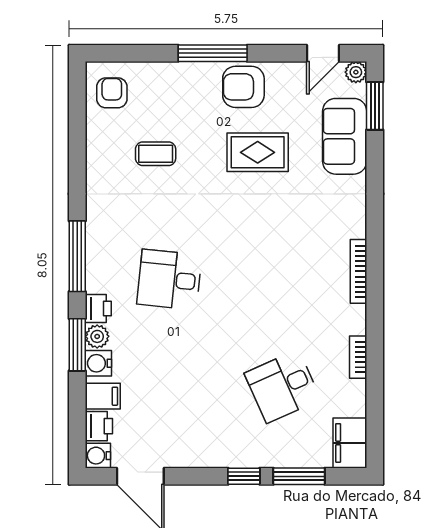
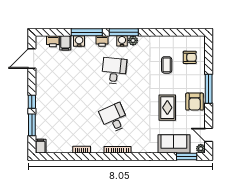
armchair: (243, 87) -> (195, 102), turned 180
armchair: (112, 93) -> (190, 57), moved
plant: (97, 336) -> (133, 40), moved
window: (77, 345) -> (87, 32), width x1.44
desk: (283, 386) -> (114, 118), moved
filing cabinet: (350, 443) -> (41, 146), width x0.50
water cooler: (98, 456) -> (122, 41), moved

